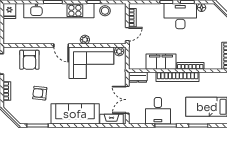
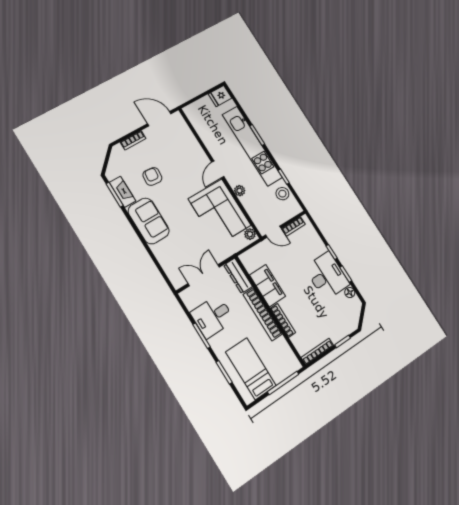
armchair: (29, 60) -> (182, 145), removed
dresser: (138, 77) -> (238, 276), width x1.44
sofa: (75, 114) -> (149, 221), width x0.73
fireplace: (112, 119) -> (123, 192), moved

